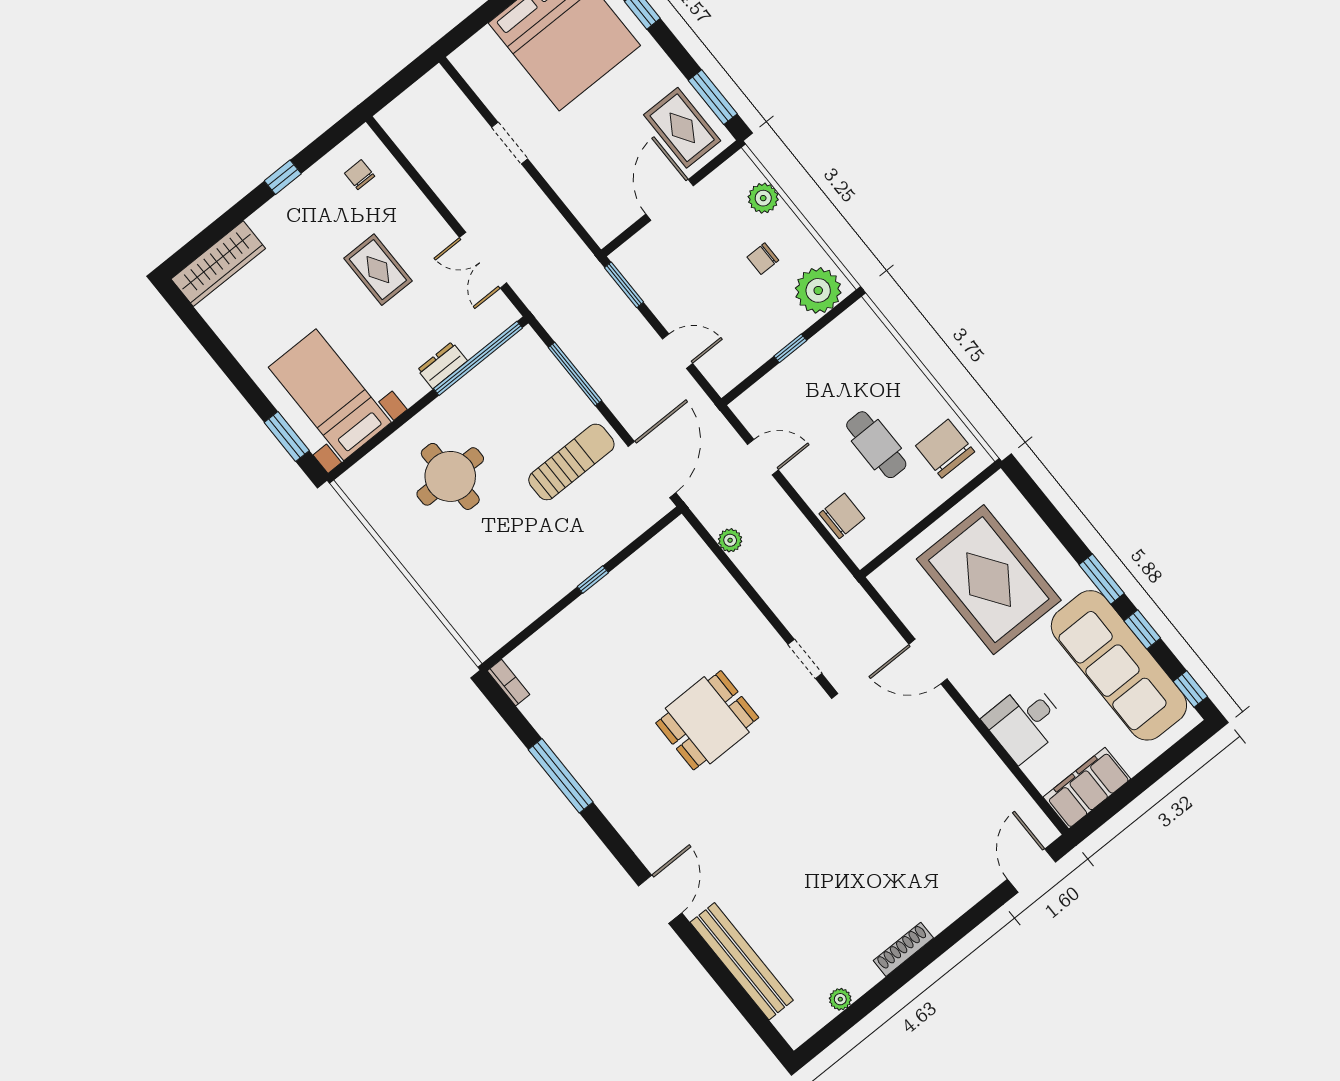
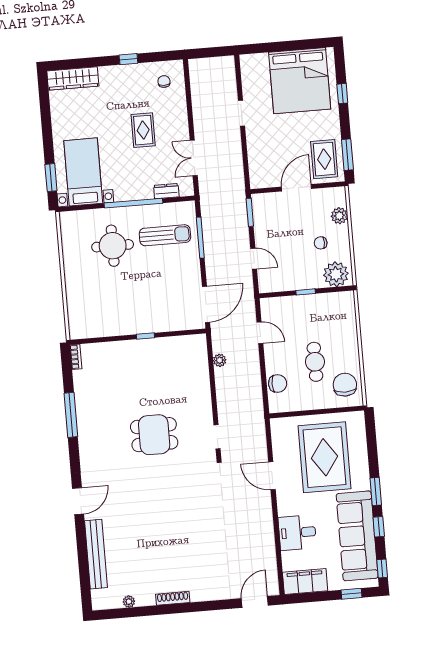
window: (478, 358) -> (133, 203), moved
dresser: (442, 365) -> (166, 191), moved
sun lounger: (571, 462) -> (165, 235), moved
window: (1170, 759) -> (351, 594), added

